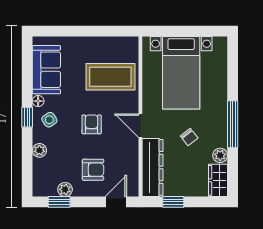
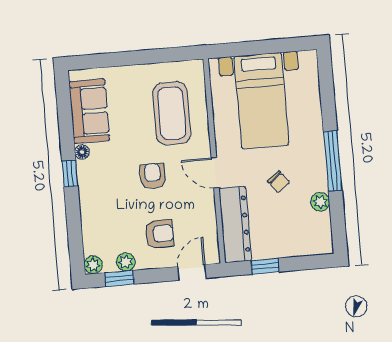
coffee table: (110, 77) -> (172, 113), turned 90
side table: (49, 120) -> (98, 175), removed
plant: (39, 150) -> (93, 265), moved
wardrobe: (218, 180) -> (320, 234), removed

